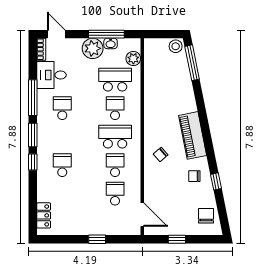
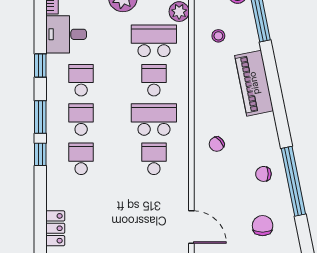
stool: (162, 76) -> (218, 36), added
window: (33, 98) -> (40, 65), width x0.46
piano: (193, 135) -> (254, 83), moved
window: (216, 181) -> (293, 181), width x3.17
school desk: (115, 194) -> (81, 120), moved
chair: (206, 216) -> (263, 226), moved

